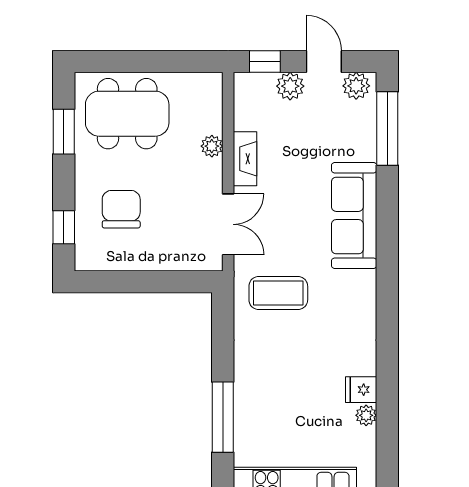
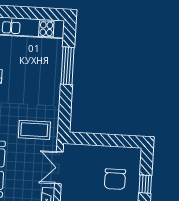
window: (64, 227) -> (145, 184), moved

